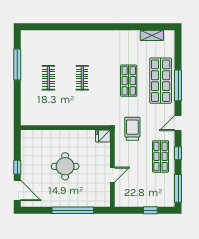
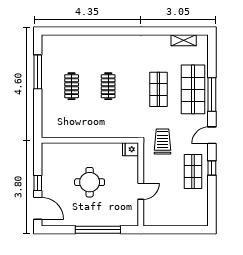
window: (178, 188) -> (212, 206), removed
window: (150, 210) -> (182, 230), removed

